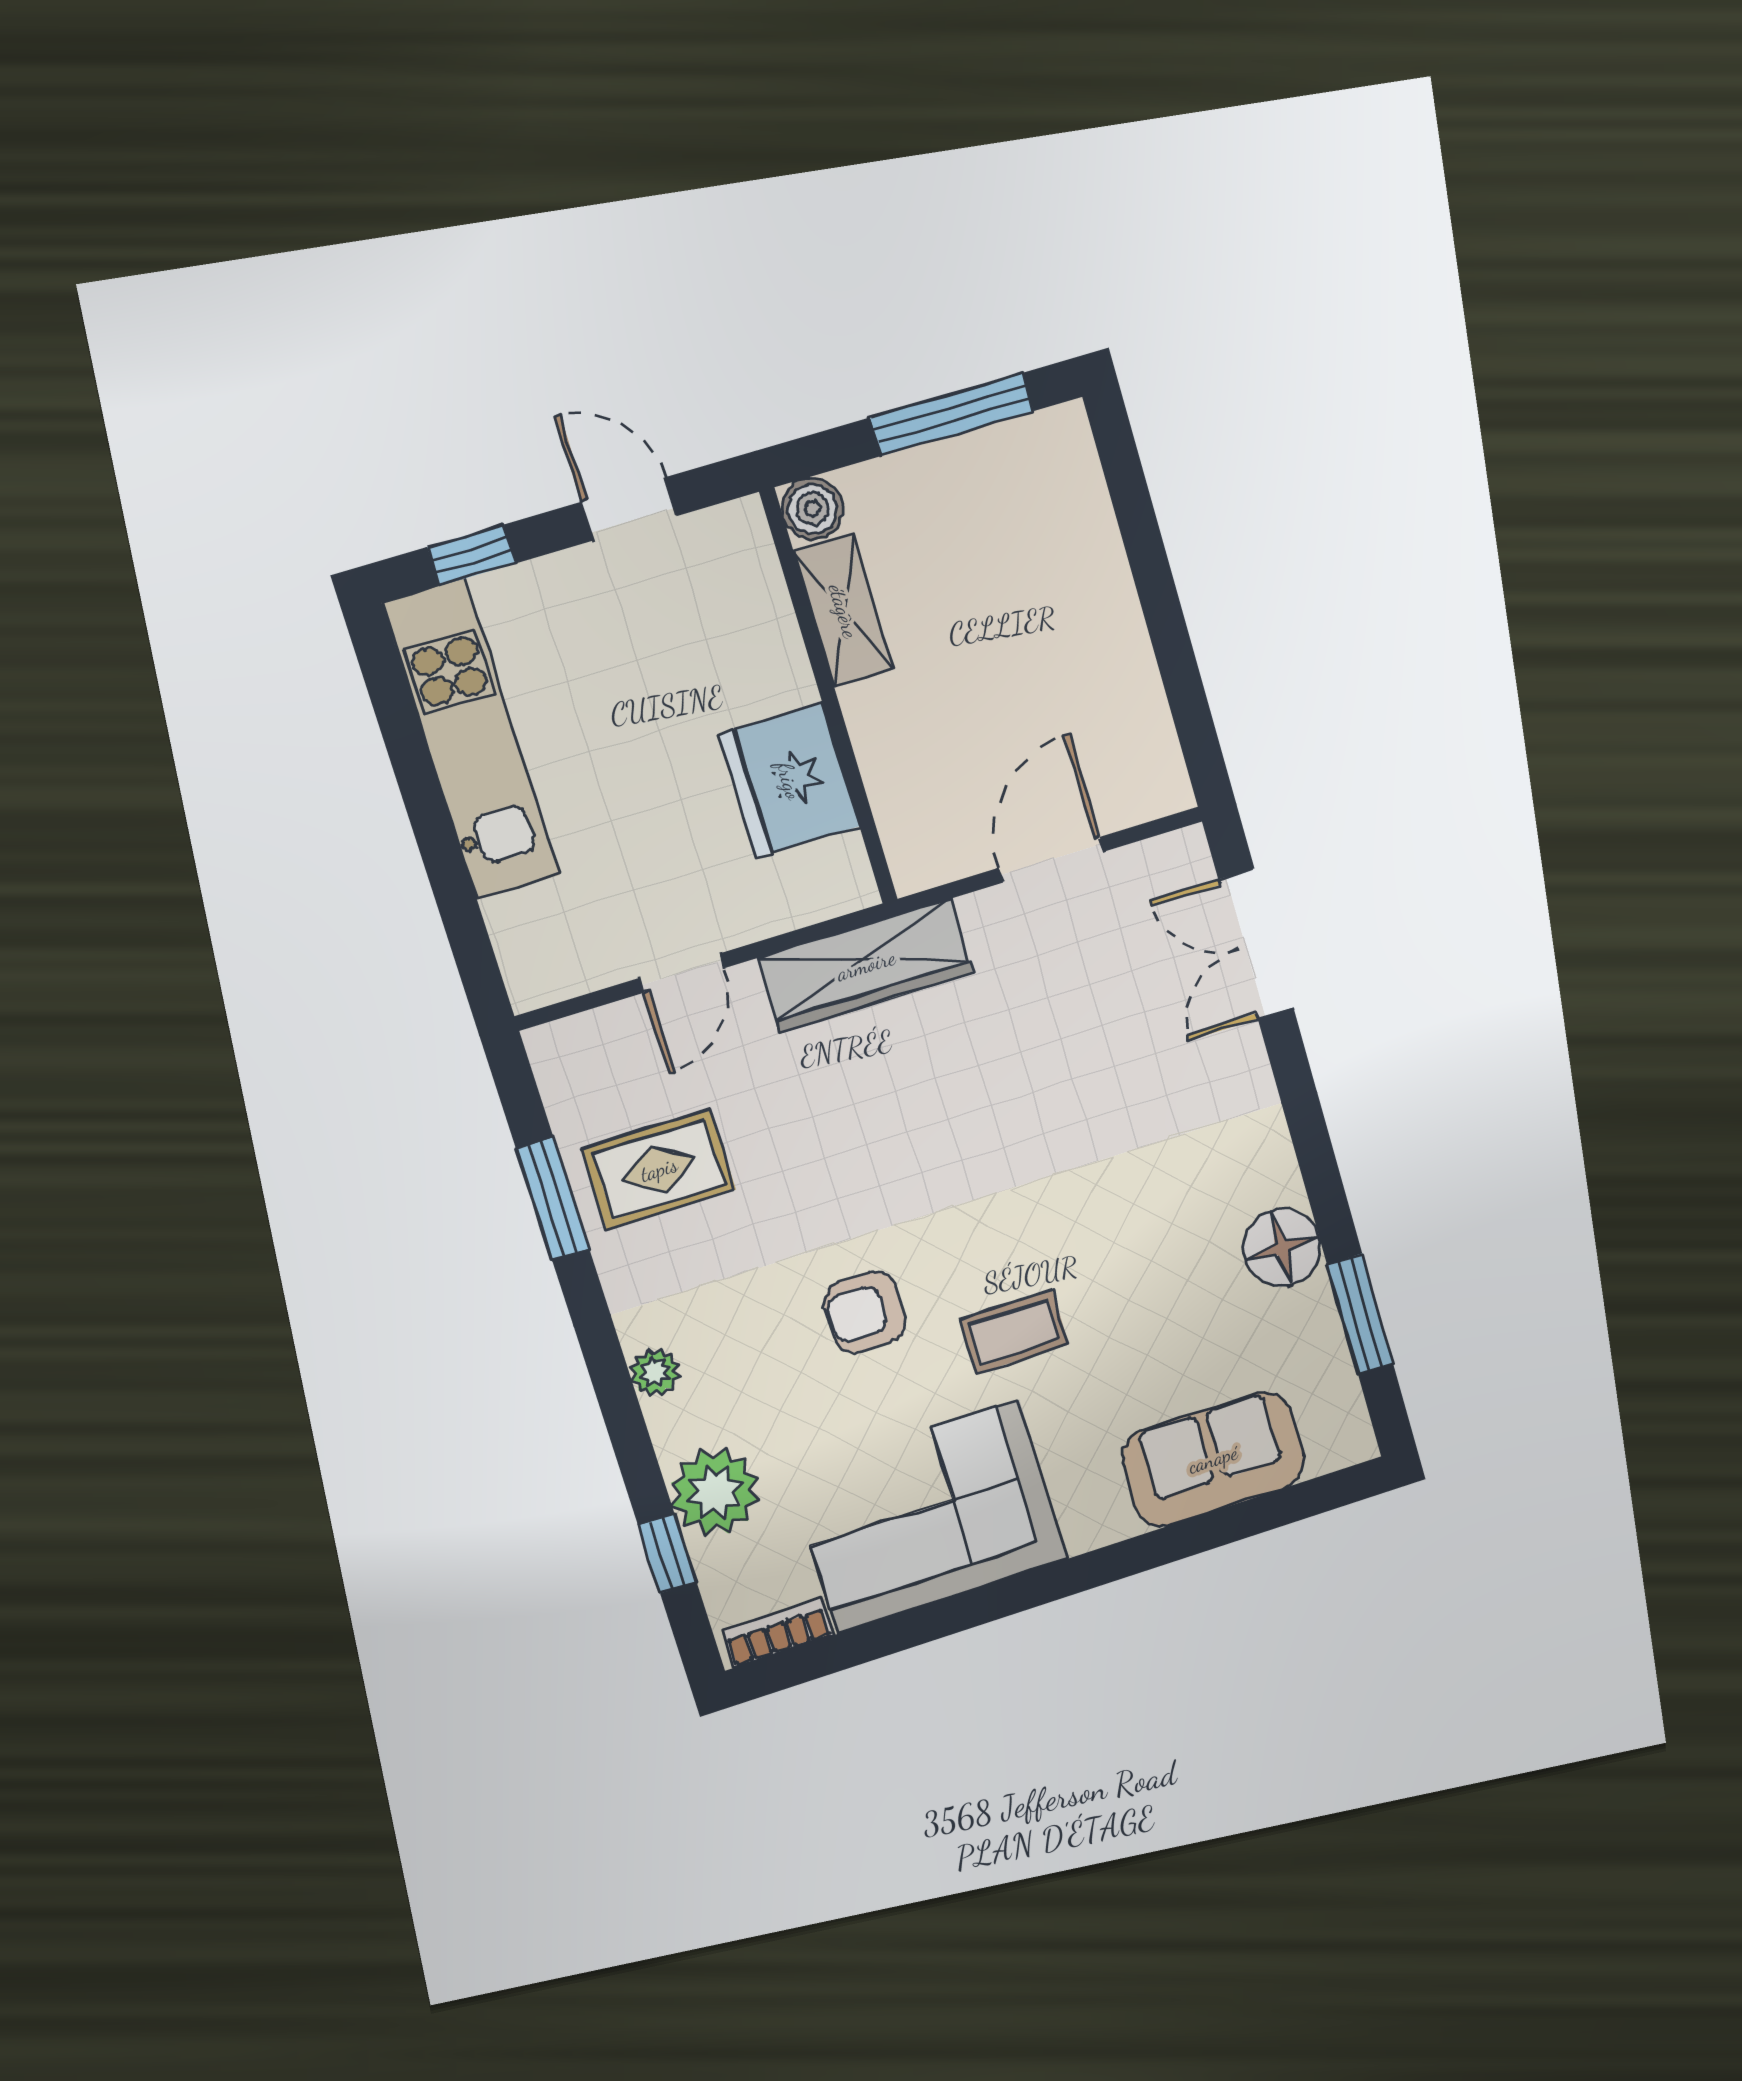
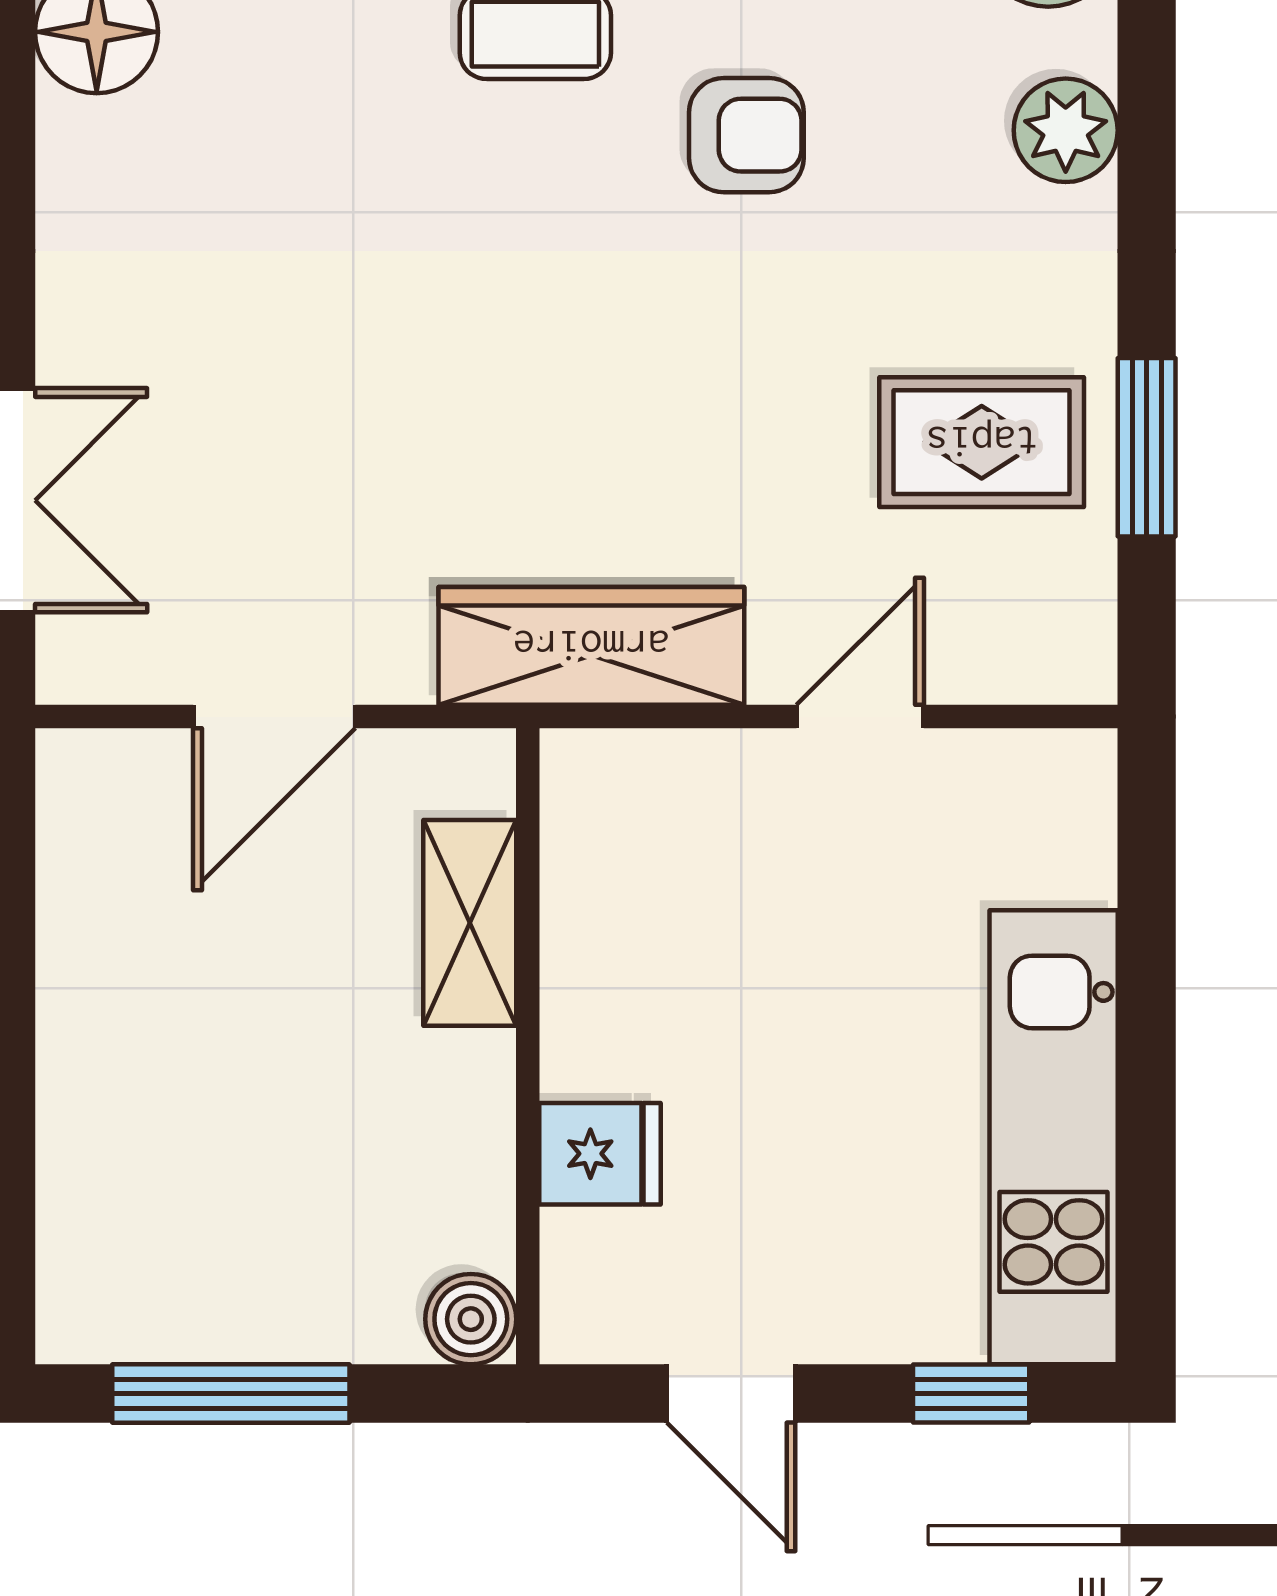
shelving: (844, 611) -> (470, 923), moved
fridge: (789, 781) -> (600, 1154), moved, width x0.53, depth x0.75
plant: (655, 1373) -> (1066, 130), width x1.38, depth x1.38

